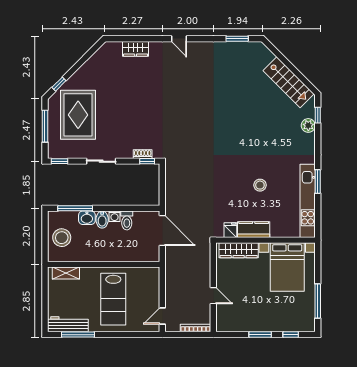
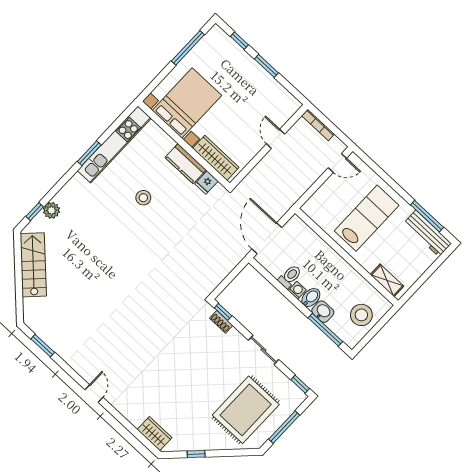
wardrobe: (136, 49) -> (154, 434), moved
window: (59, 84) -> (196, 454), moved

